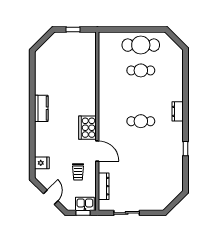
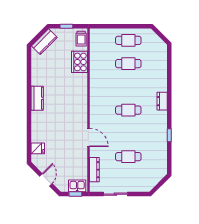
cafe table: (141, 45) -> (128, 40), width x0.73, depth x0.74
kitchen counter: (49, 46) -> (44, 42), added
cooker: (87, 128) -> (79, 62), moved
trolley: (78, 172) -> (81, 39), moved
cafe table: (141, 172) -> (128, 157), added

